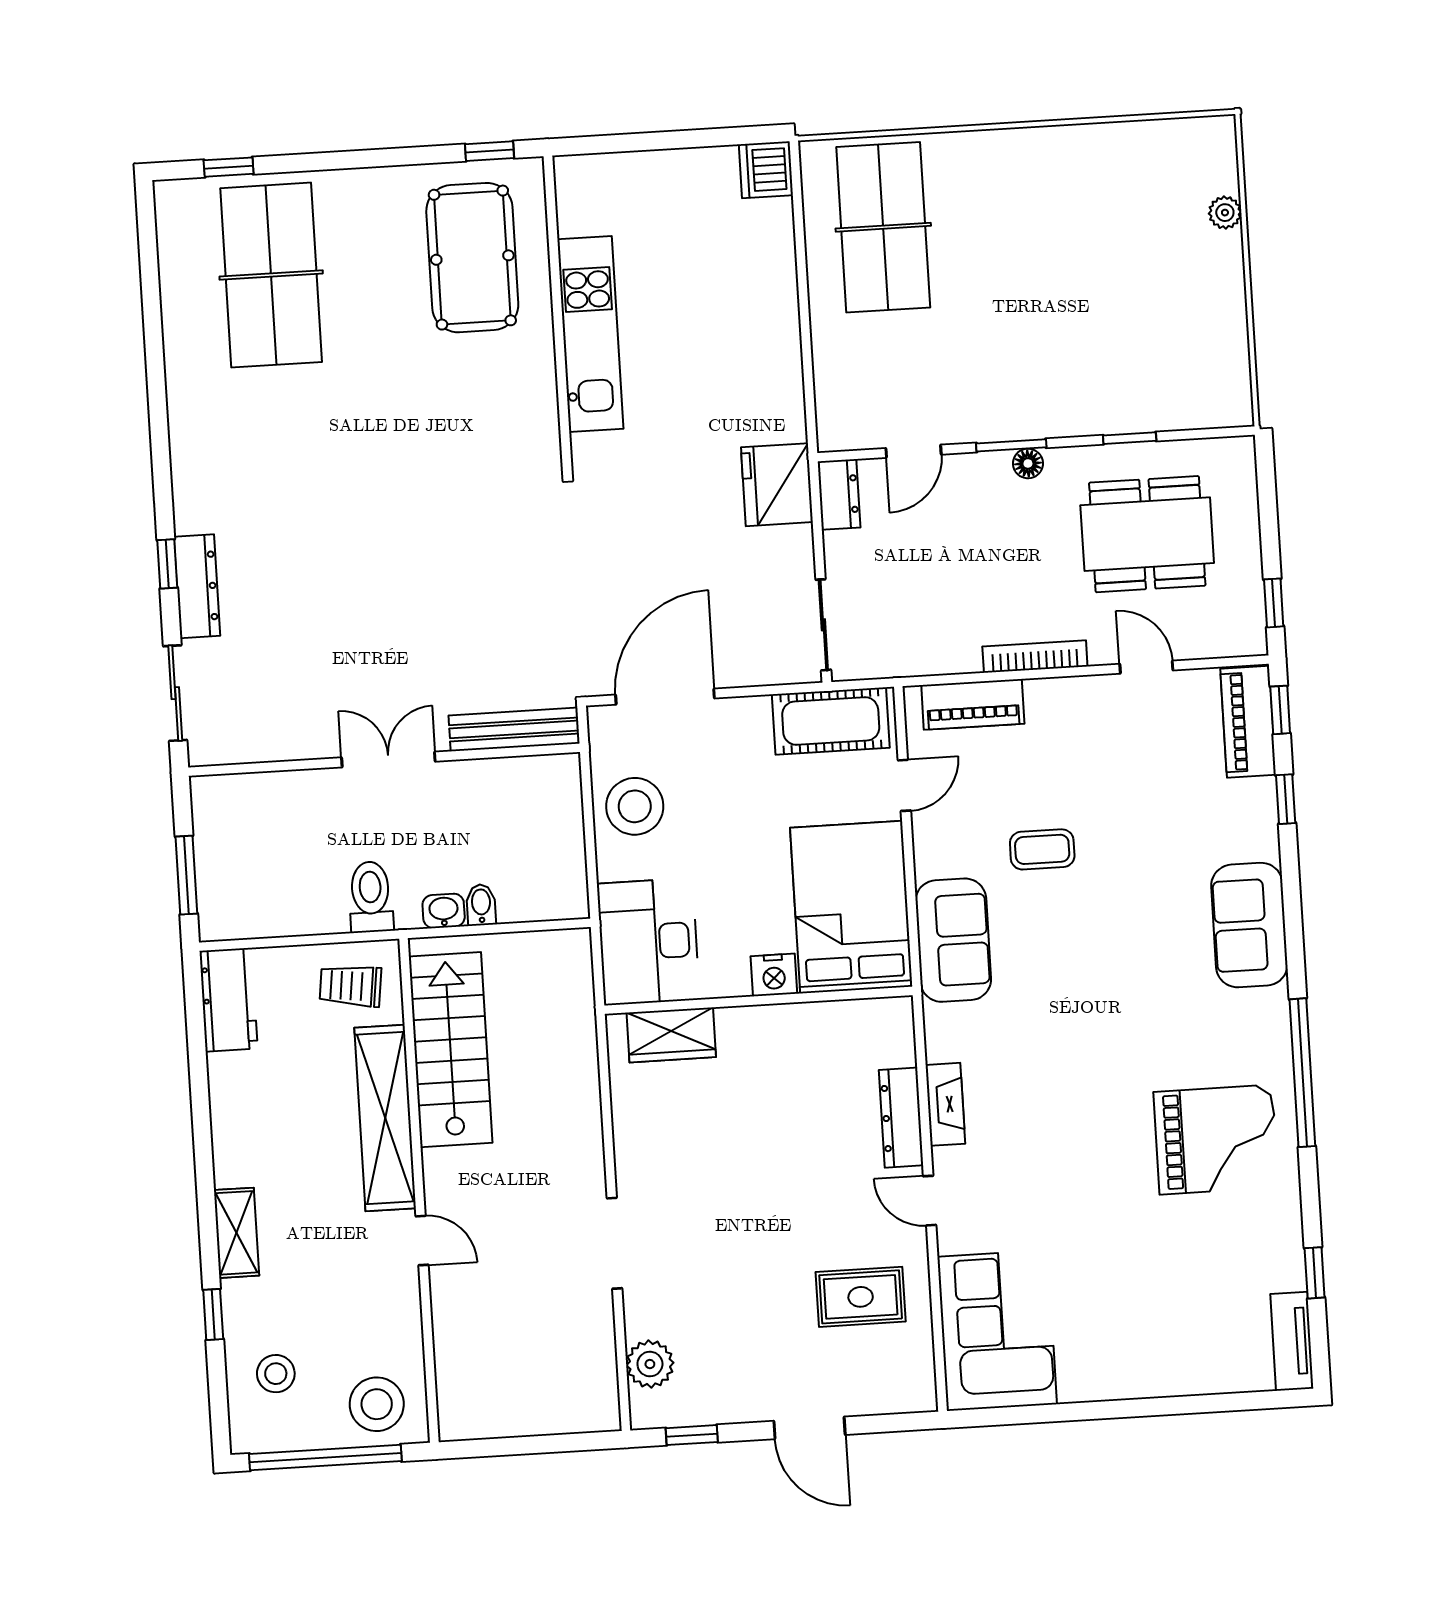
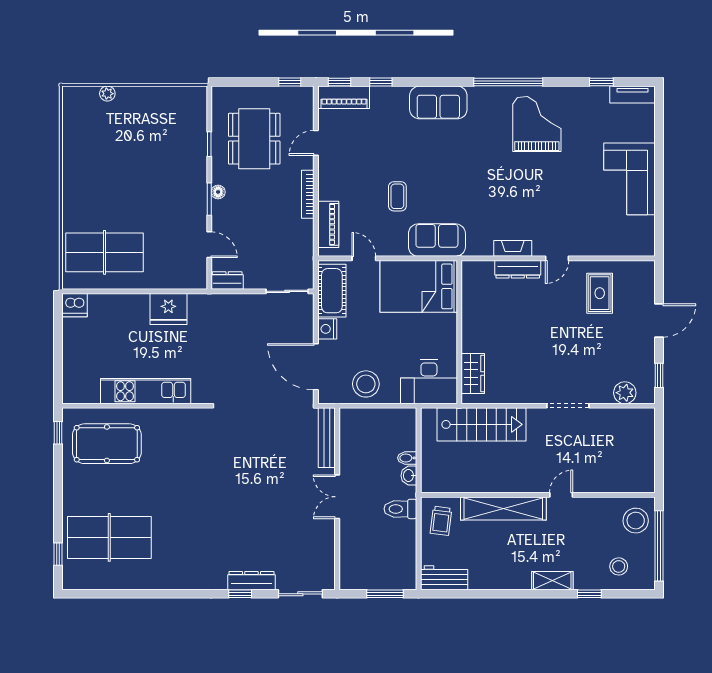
fridge: (777, 485) -> (168, 309), moved
nightstand: (774, 975) -> (327, 329), moved, turned 180
stairs: (451, 1050) -> (482, 424), moved, turned 180
corner sofa: (997, 1331) -> (629, 179), moved, turned -90

